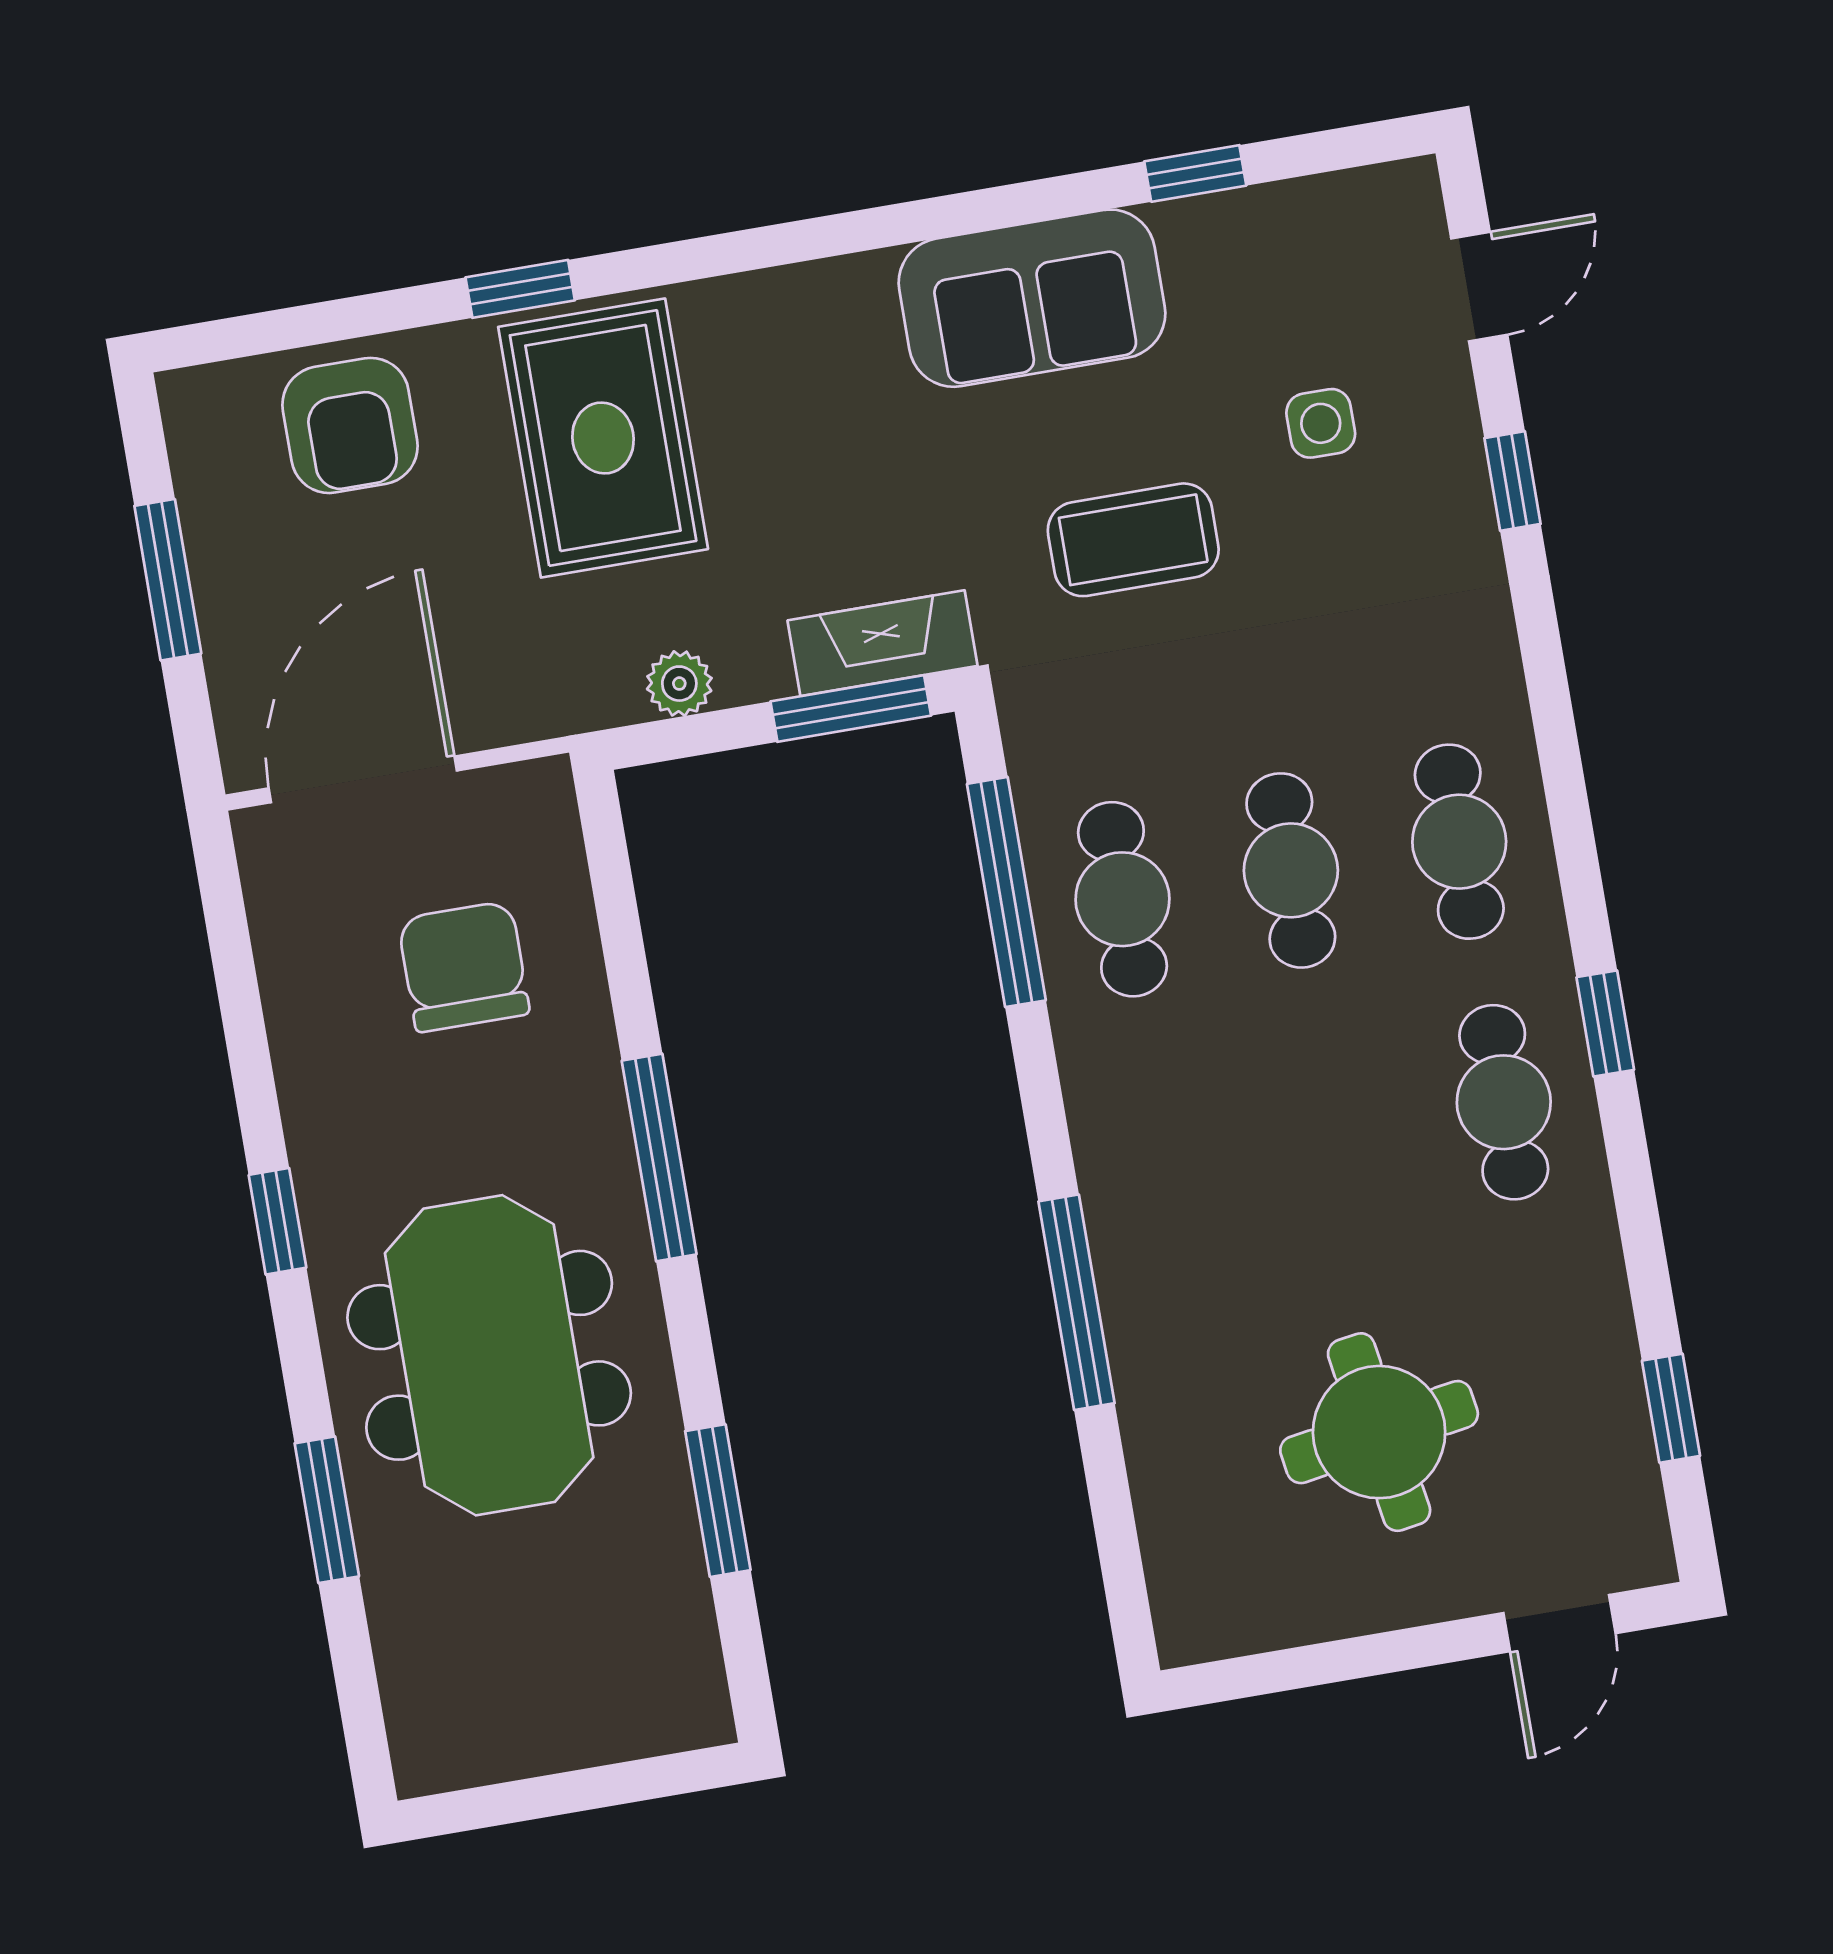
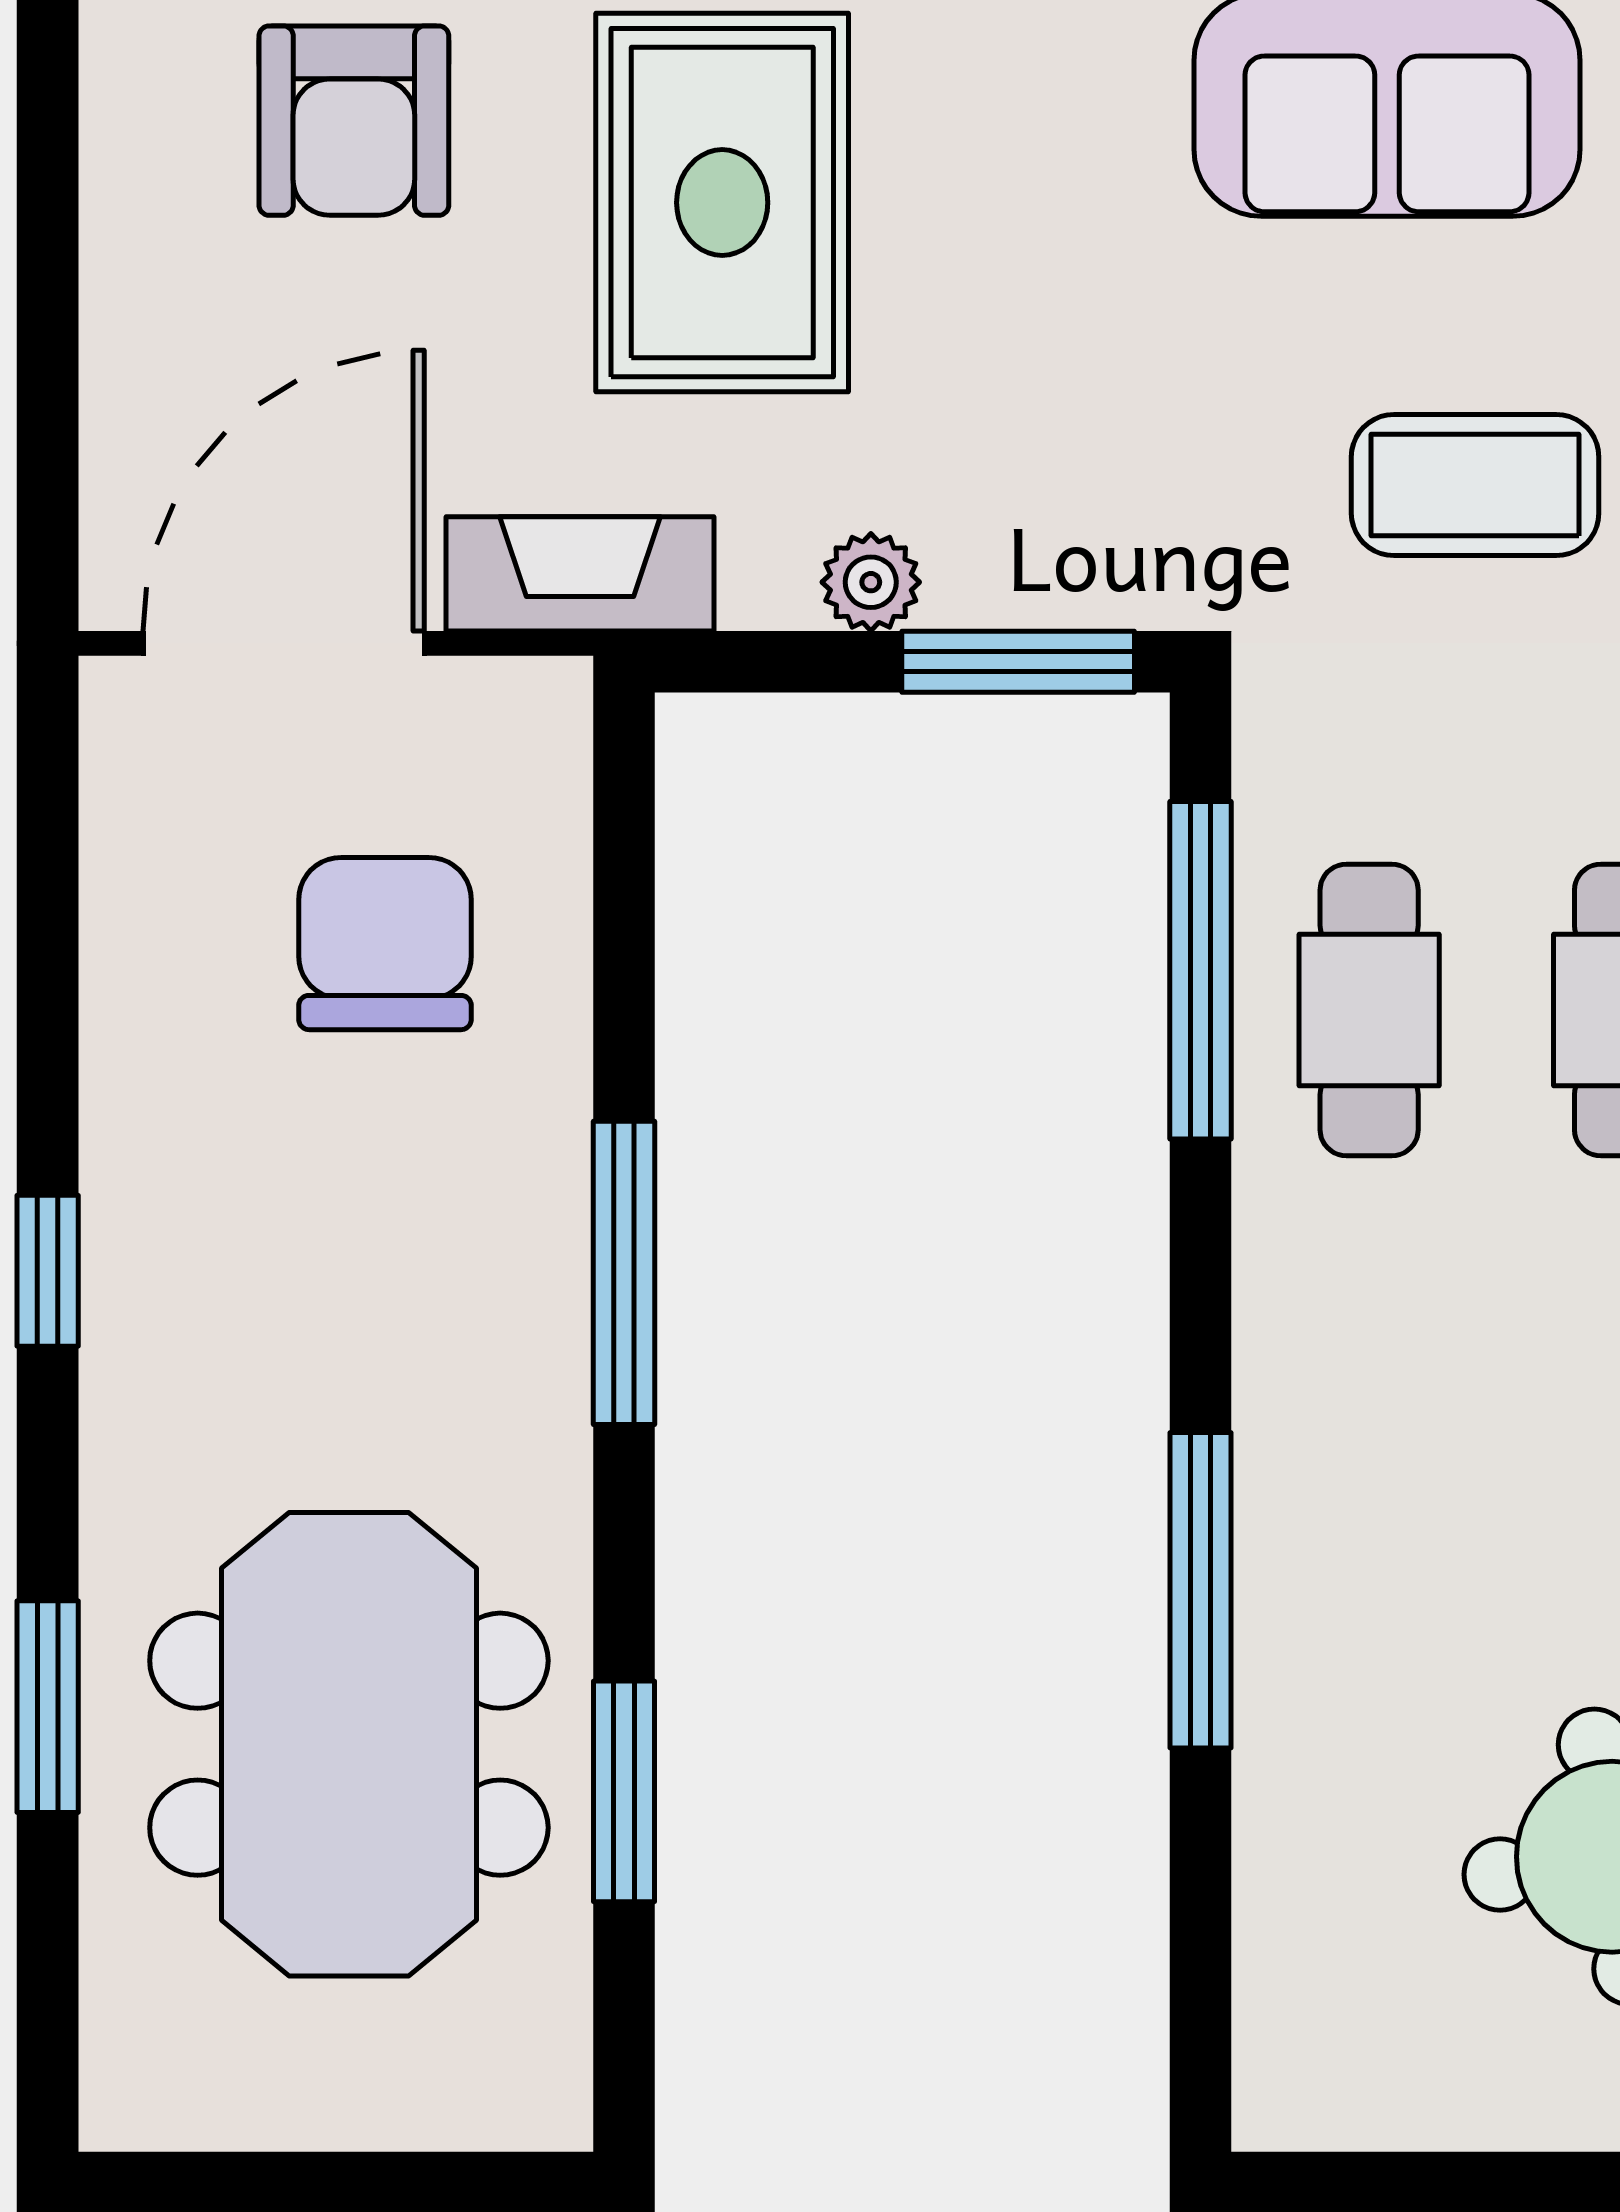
window: (168, 580) -> (48, 301), removed
fireplace: (882, 643) -> (580, 574), moved
plant: (679, 684) -> (871, 582), moved
meeting table: (489, 1355) -> (349, 1744), moved

